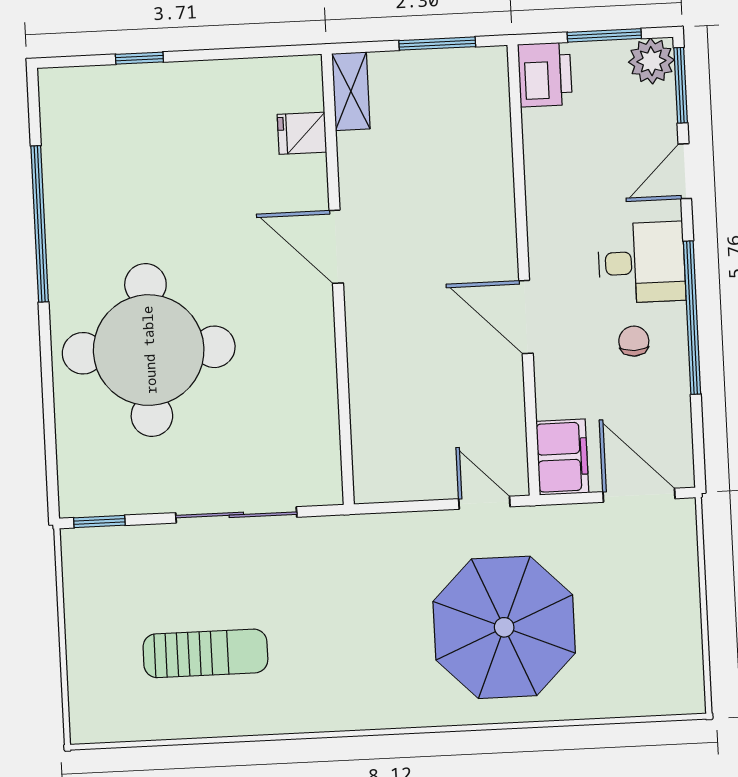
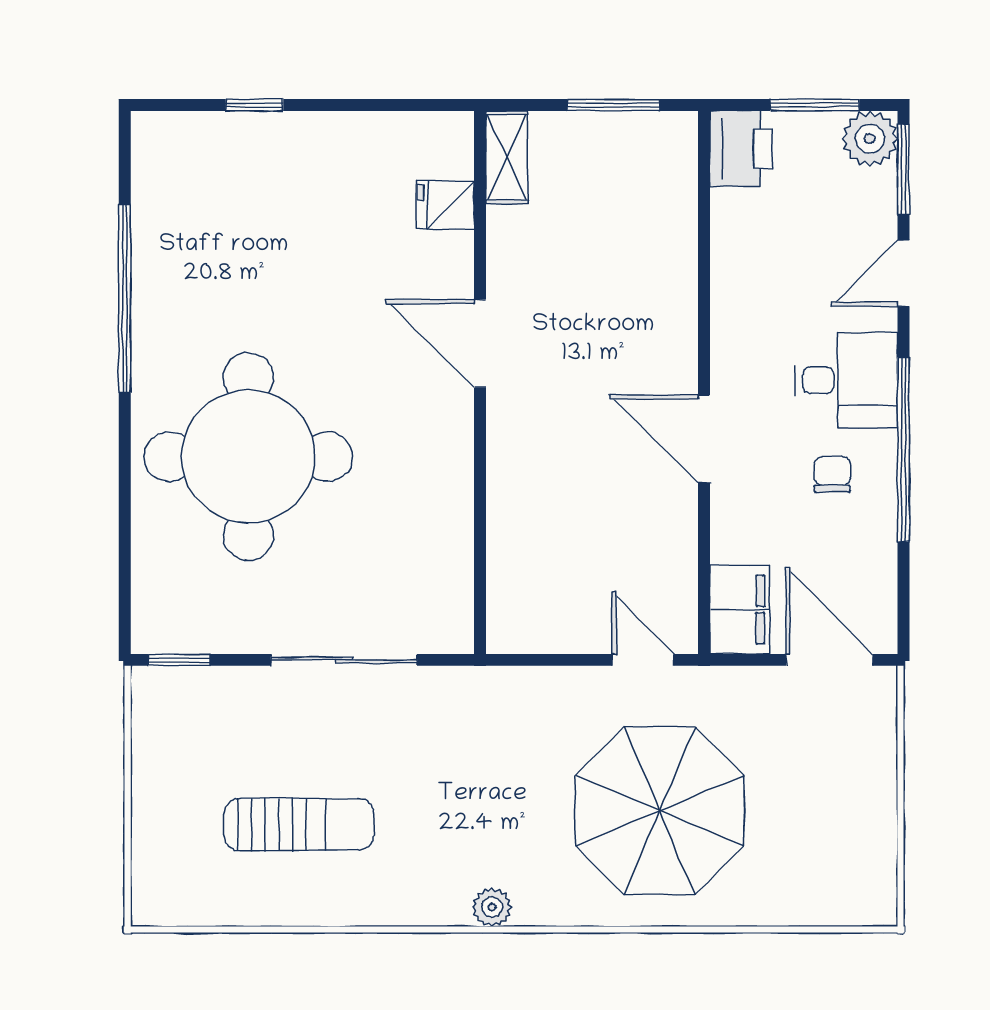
plant: (369, 714) -> (492, 907), added

